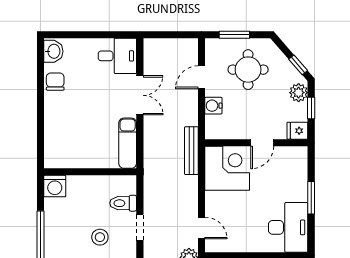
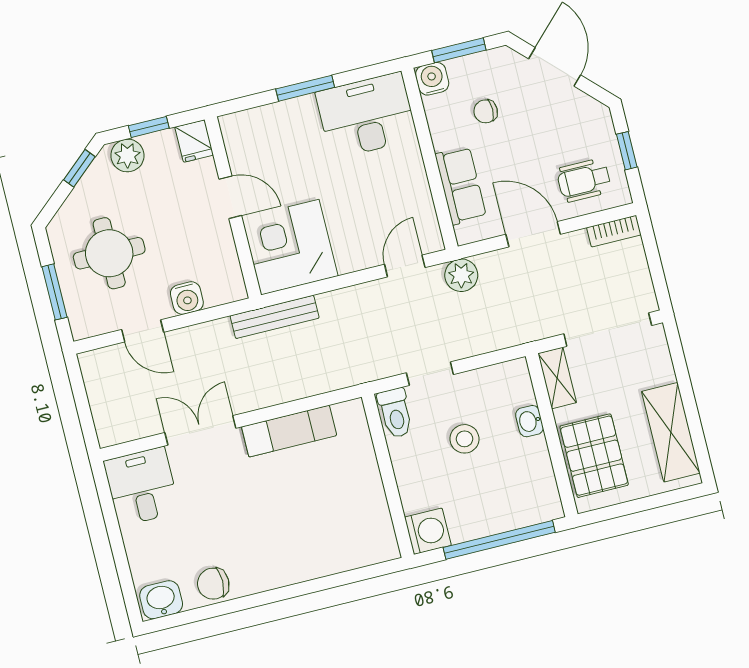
wall: (90, 172) -> (388, 476), moved
washing machine: (55, 186) -> (428, 531), moved

